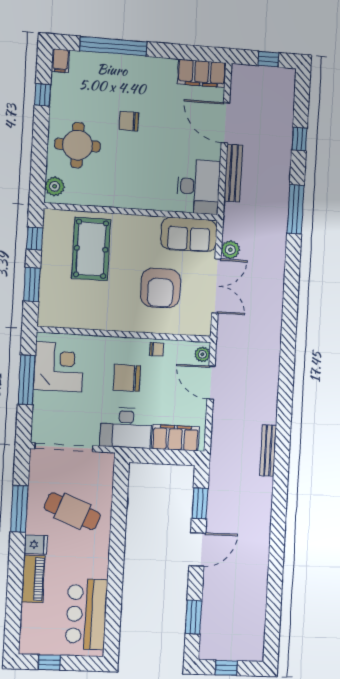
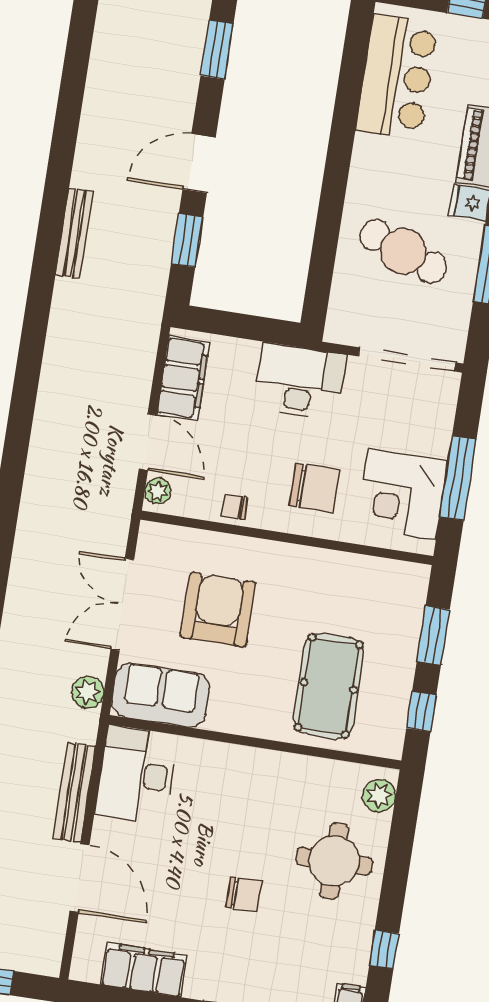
filing cabinet: (202, 73) -> (144, 970), moved
plant: (230, 250) -> (88, 692), moved
chair: (127, 378) -> (314, 488), moved
filing cabinet: (175, 438) -> (183, 378), moved, turned -90
bench: (268, 451) -> (74, 233), moved

